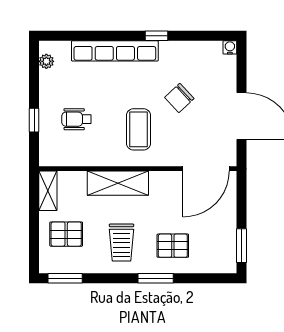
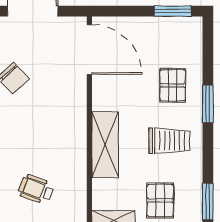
wheelchair: (77, 119) -> (36, 189), turned 110
coffee table: (138, 129) -> (47, 122), removed

